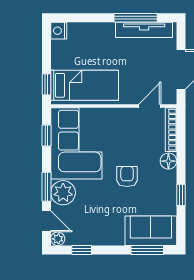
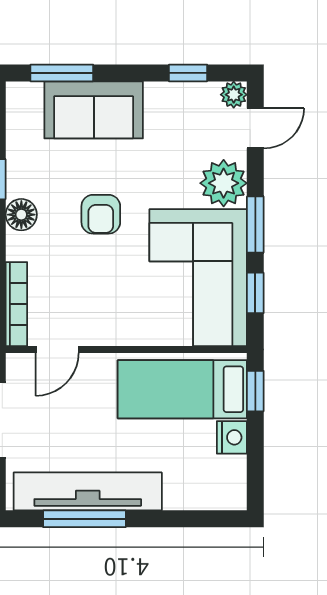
tv unit: (144, 30) -> (88, 491), width x1.36, depth x1.29
nightstand: (59, 31) -> (232, 437), moved
floor lamp: (168, 161) -> (21, 215), moved
window: (47, 187) -> (255, 224), moved
door: (47, 221) -> (255, 128), swing flipped
sofa: (151, 231) -> (94, 110), moved

